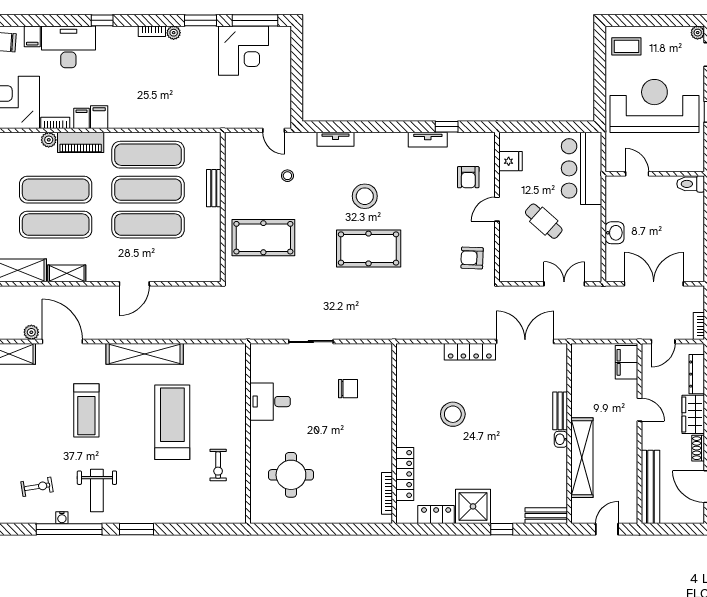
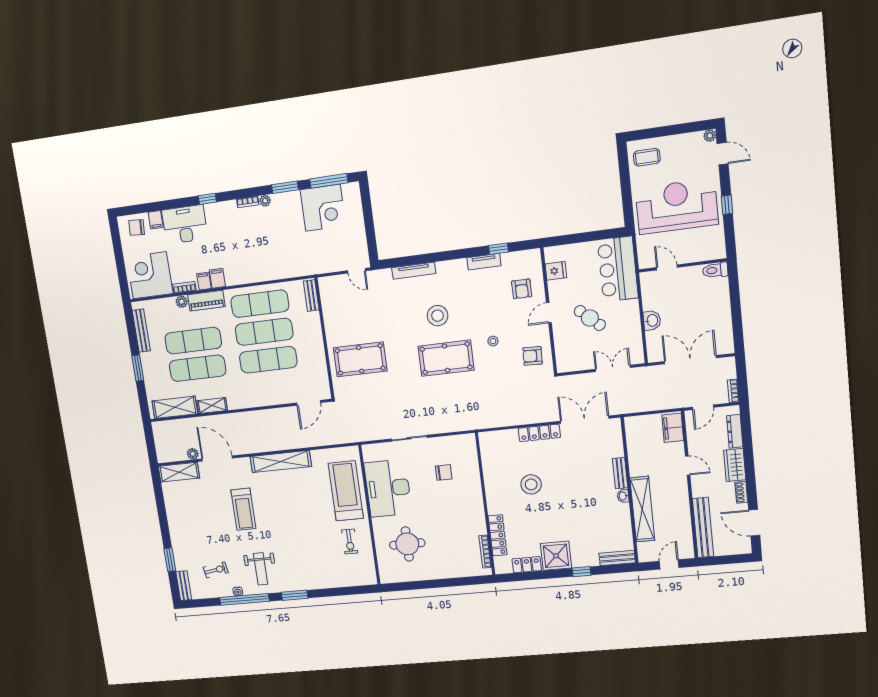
tv unit: (336, 139) -> (414, 271), width x1.41
stool: (287, 176) -> (493, 341), moved
bench: (214, 188) -> (311, 296), moved
door: (134, 284) -> (309, 403), moved
desk: (270, 402) -> (388, 488), width x1.87, depth x1.30
treadmill: (172, 422) -> (346, 491), moved

